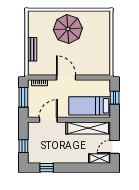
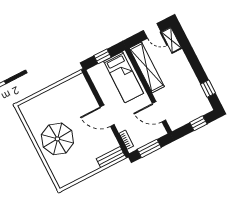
bench: (32, 49) -> (111, 157), moved
door: (66, 77) -> (107, 116), hinge flipped

